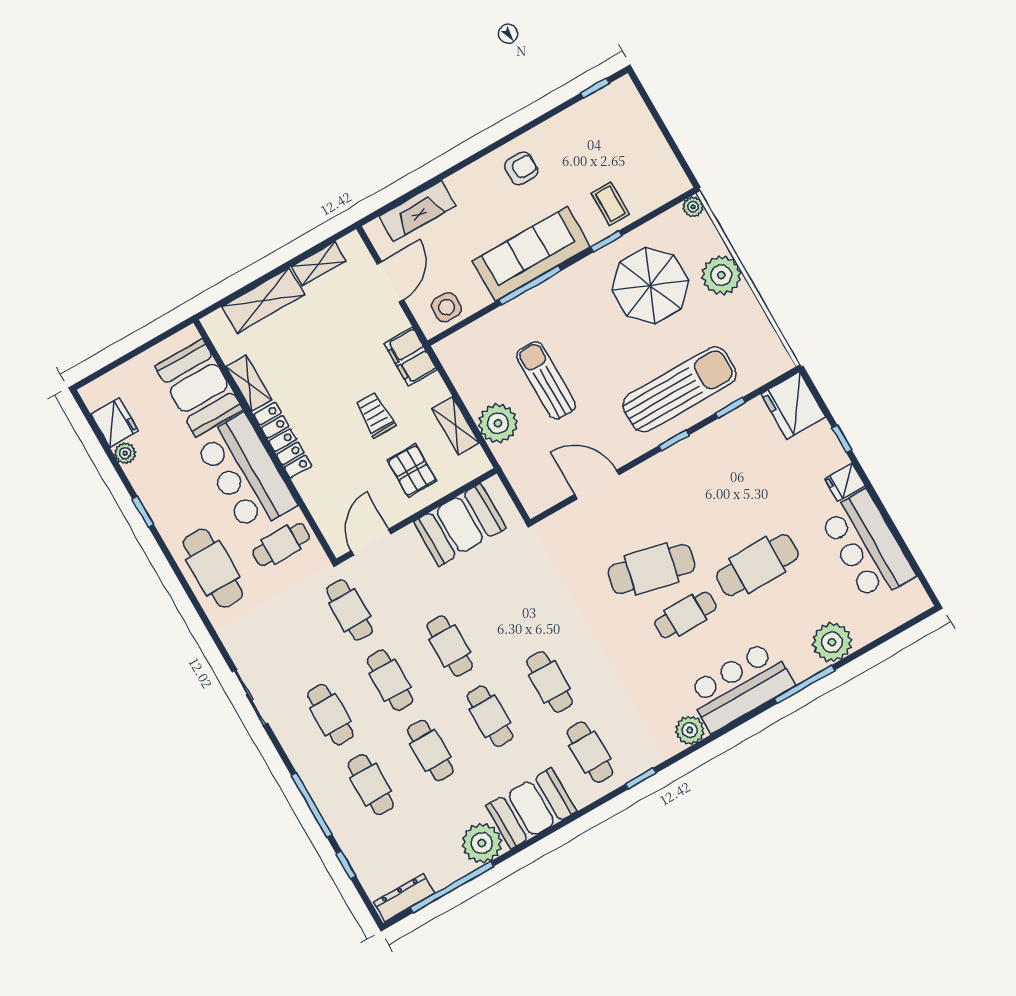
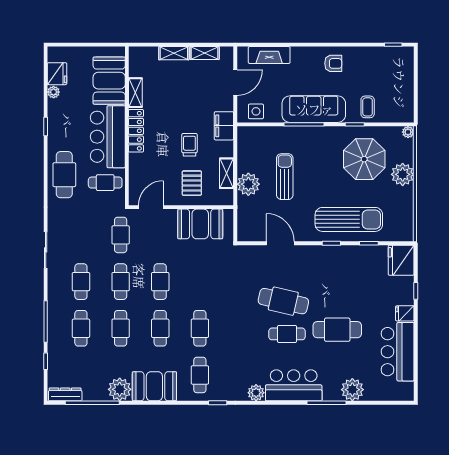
shelving: (263, 301) -> (174, 53), width x0.67, depth x0.75

